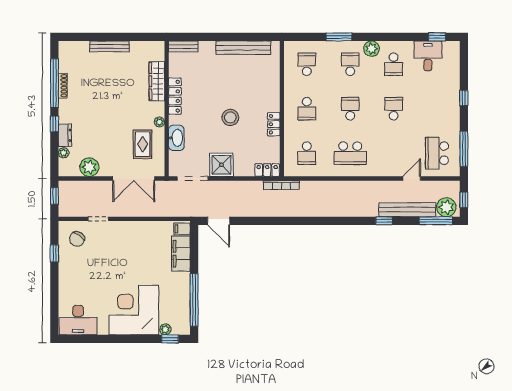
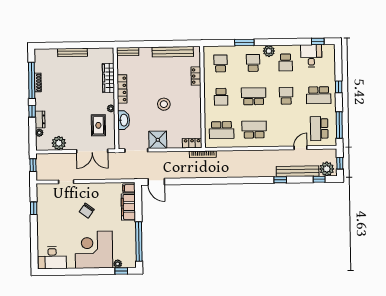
school desk: (350, 109) -> (254, 96), width x1.85
school desk: (437, 109) -> (319, 95), added
locker: (274, 124) -> (196, 76), moved
school desk: (307, 153) -> (222, 130), width x1.85
school desk: (350, 153) -> (254, 130), turned 180
window: (436, 221) -> (319, 179), width x0.46
chair: (77, 239) -> (87, 211), moved

